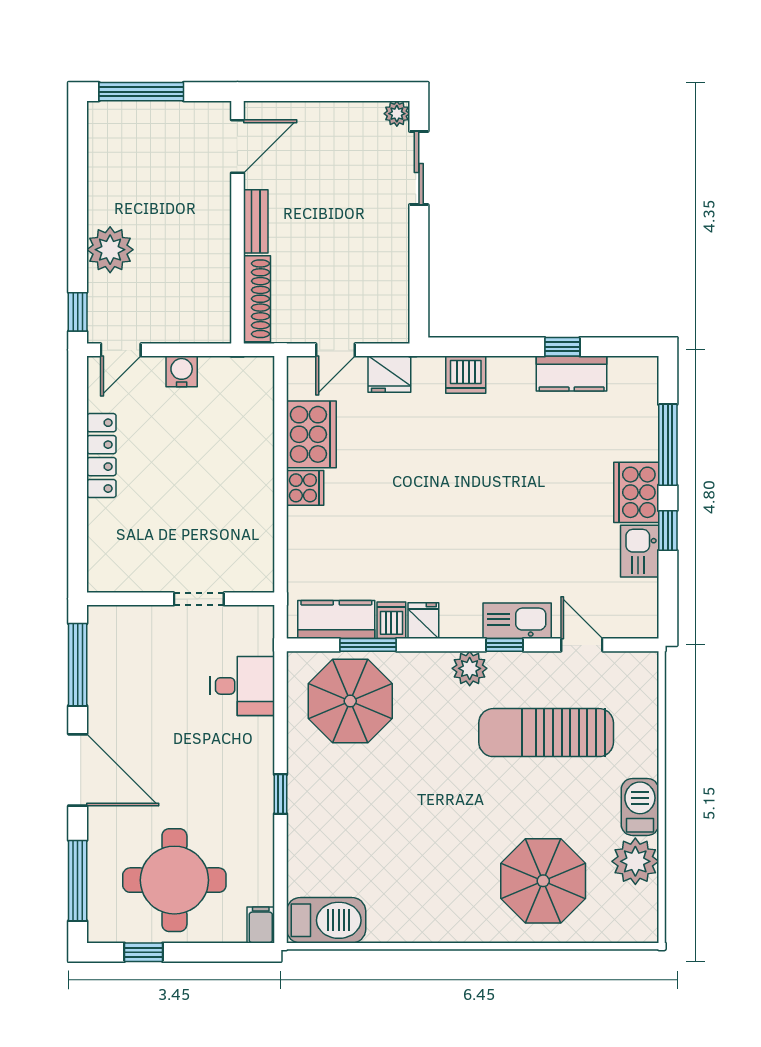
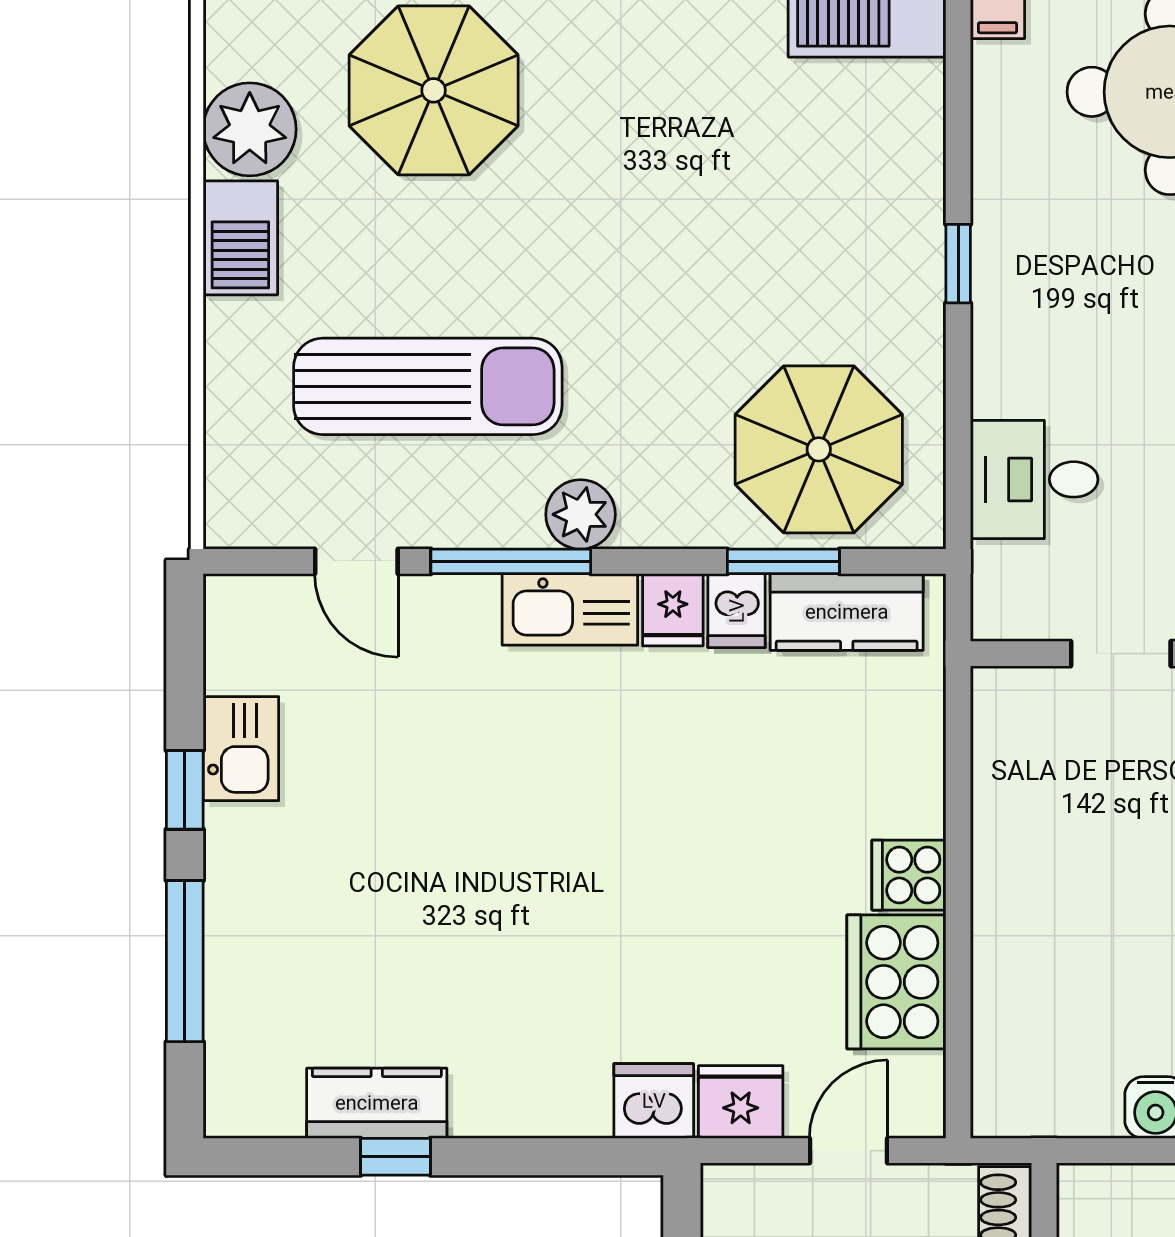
dishwasher: (466, 375) -> (654, 1101), moved
cooker: (636, 492) -> (248, 866), removed
kitchen sink: (517, 621) -> (570, 609), moved
window: (505, 645) -> (511, 561), width x2.17

